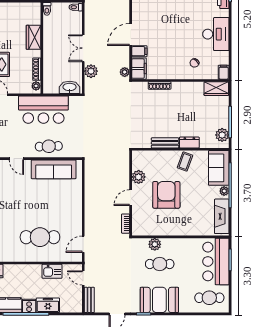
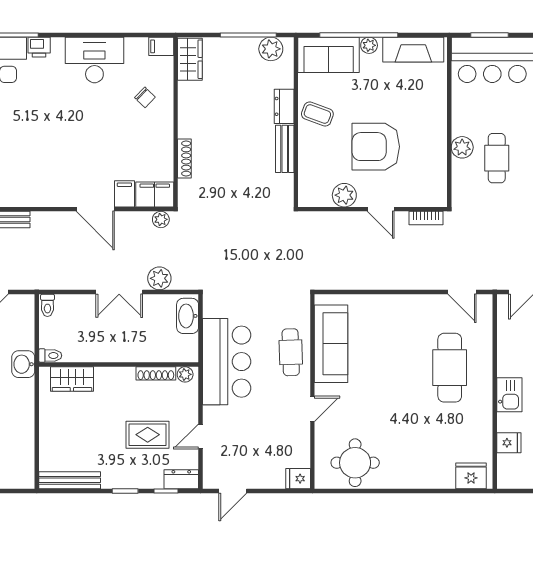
wardrobe: (33, 37) -> (72, 379), moved
plant: (155, 244) -> (462, 147), moved
kitchen sink: (52, 271) -> (509, 395), moved

